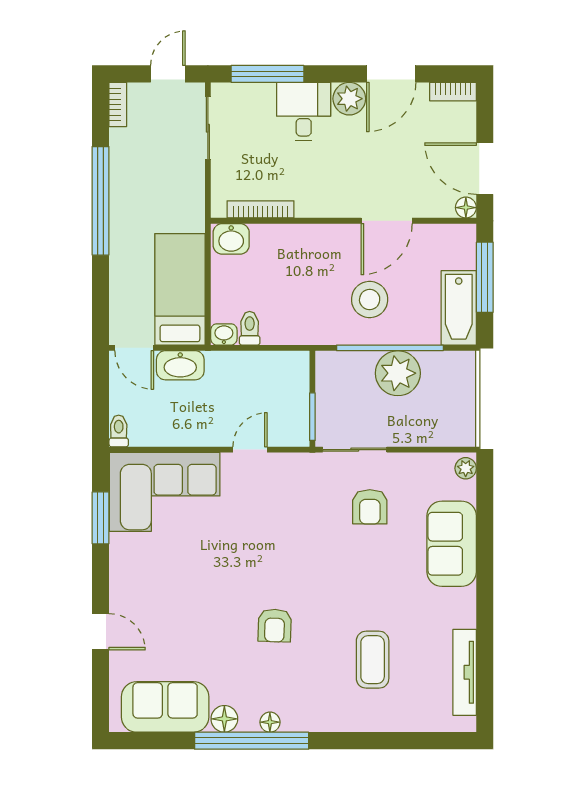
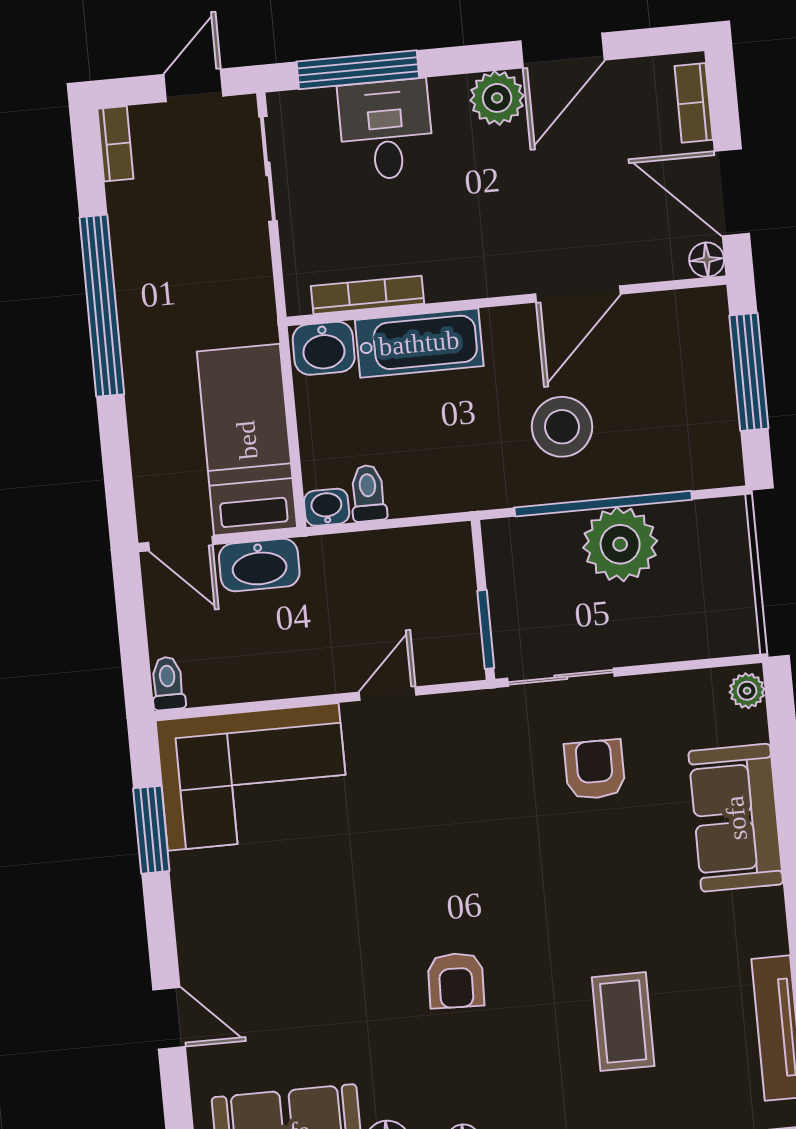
bookcase: (453, 92) -> (694, 103), moved, turned 90
desk: (304, 112) -> (386, 130), moved
bathtub: (459, 308) -> (419, 343), moved, turned -90
armchair: (370, 507) -> (595, 769), turned 180

